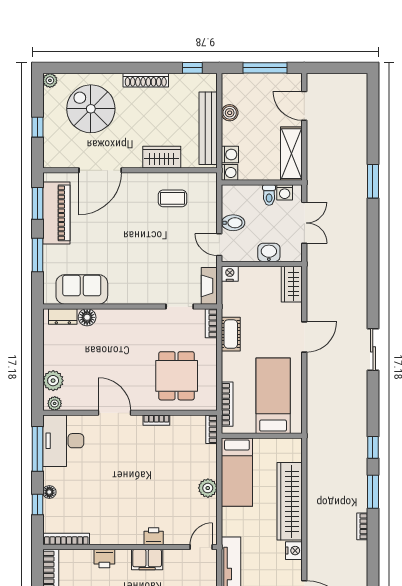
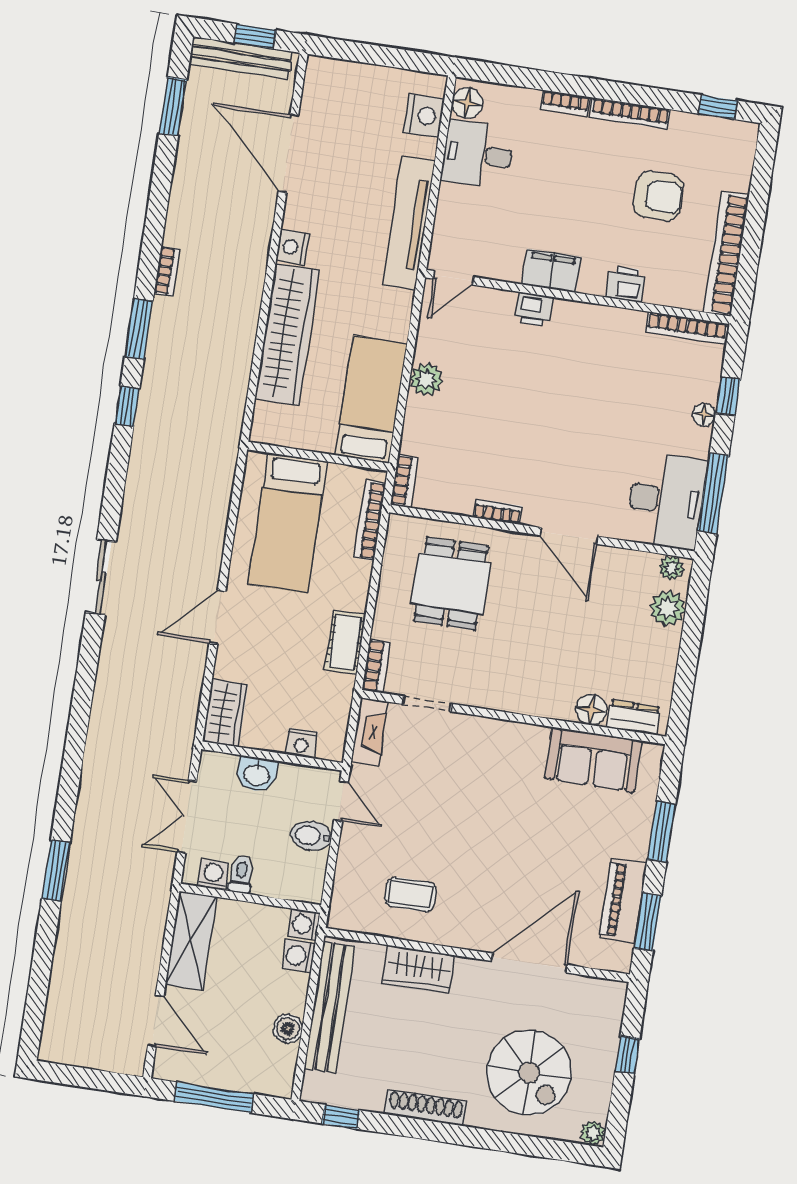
piano: (56, 213) -> (623, 901), width x0.73, depth x0.75
nightstand: (230, 274) -> (301, 743), moved

